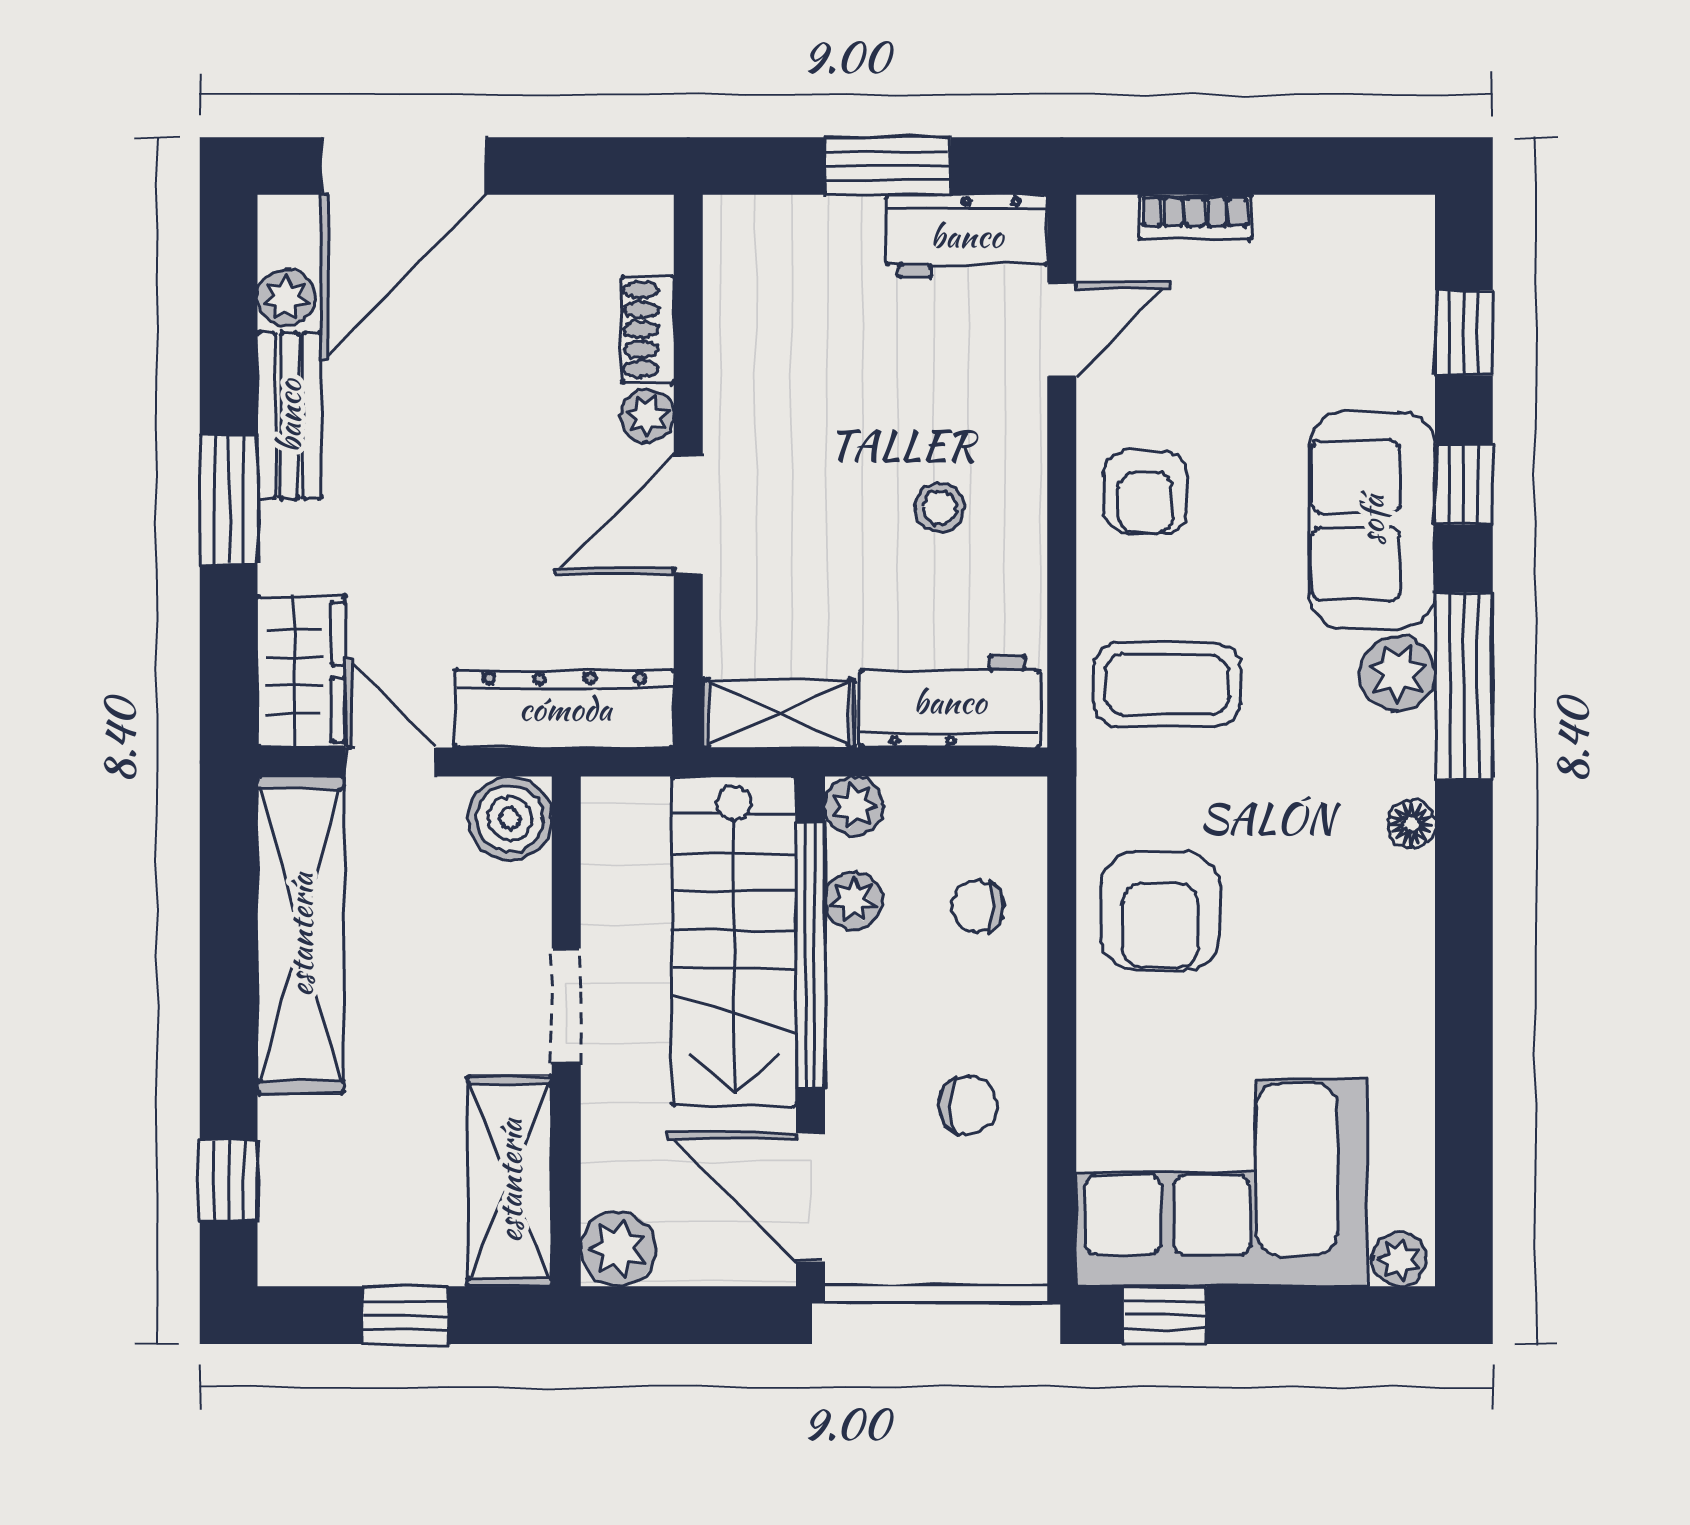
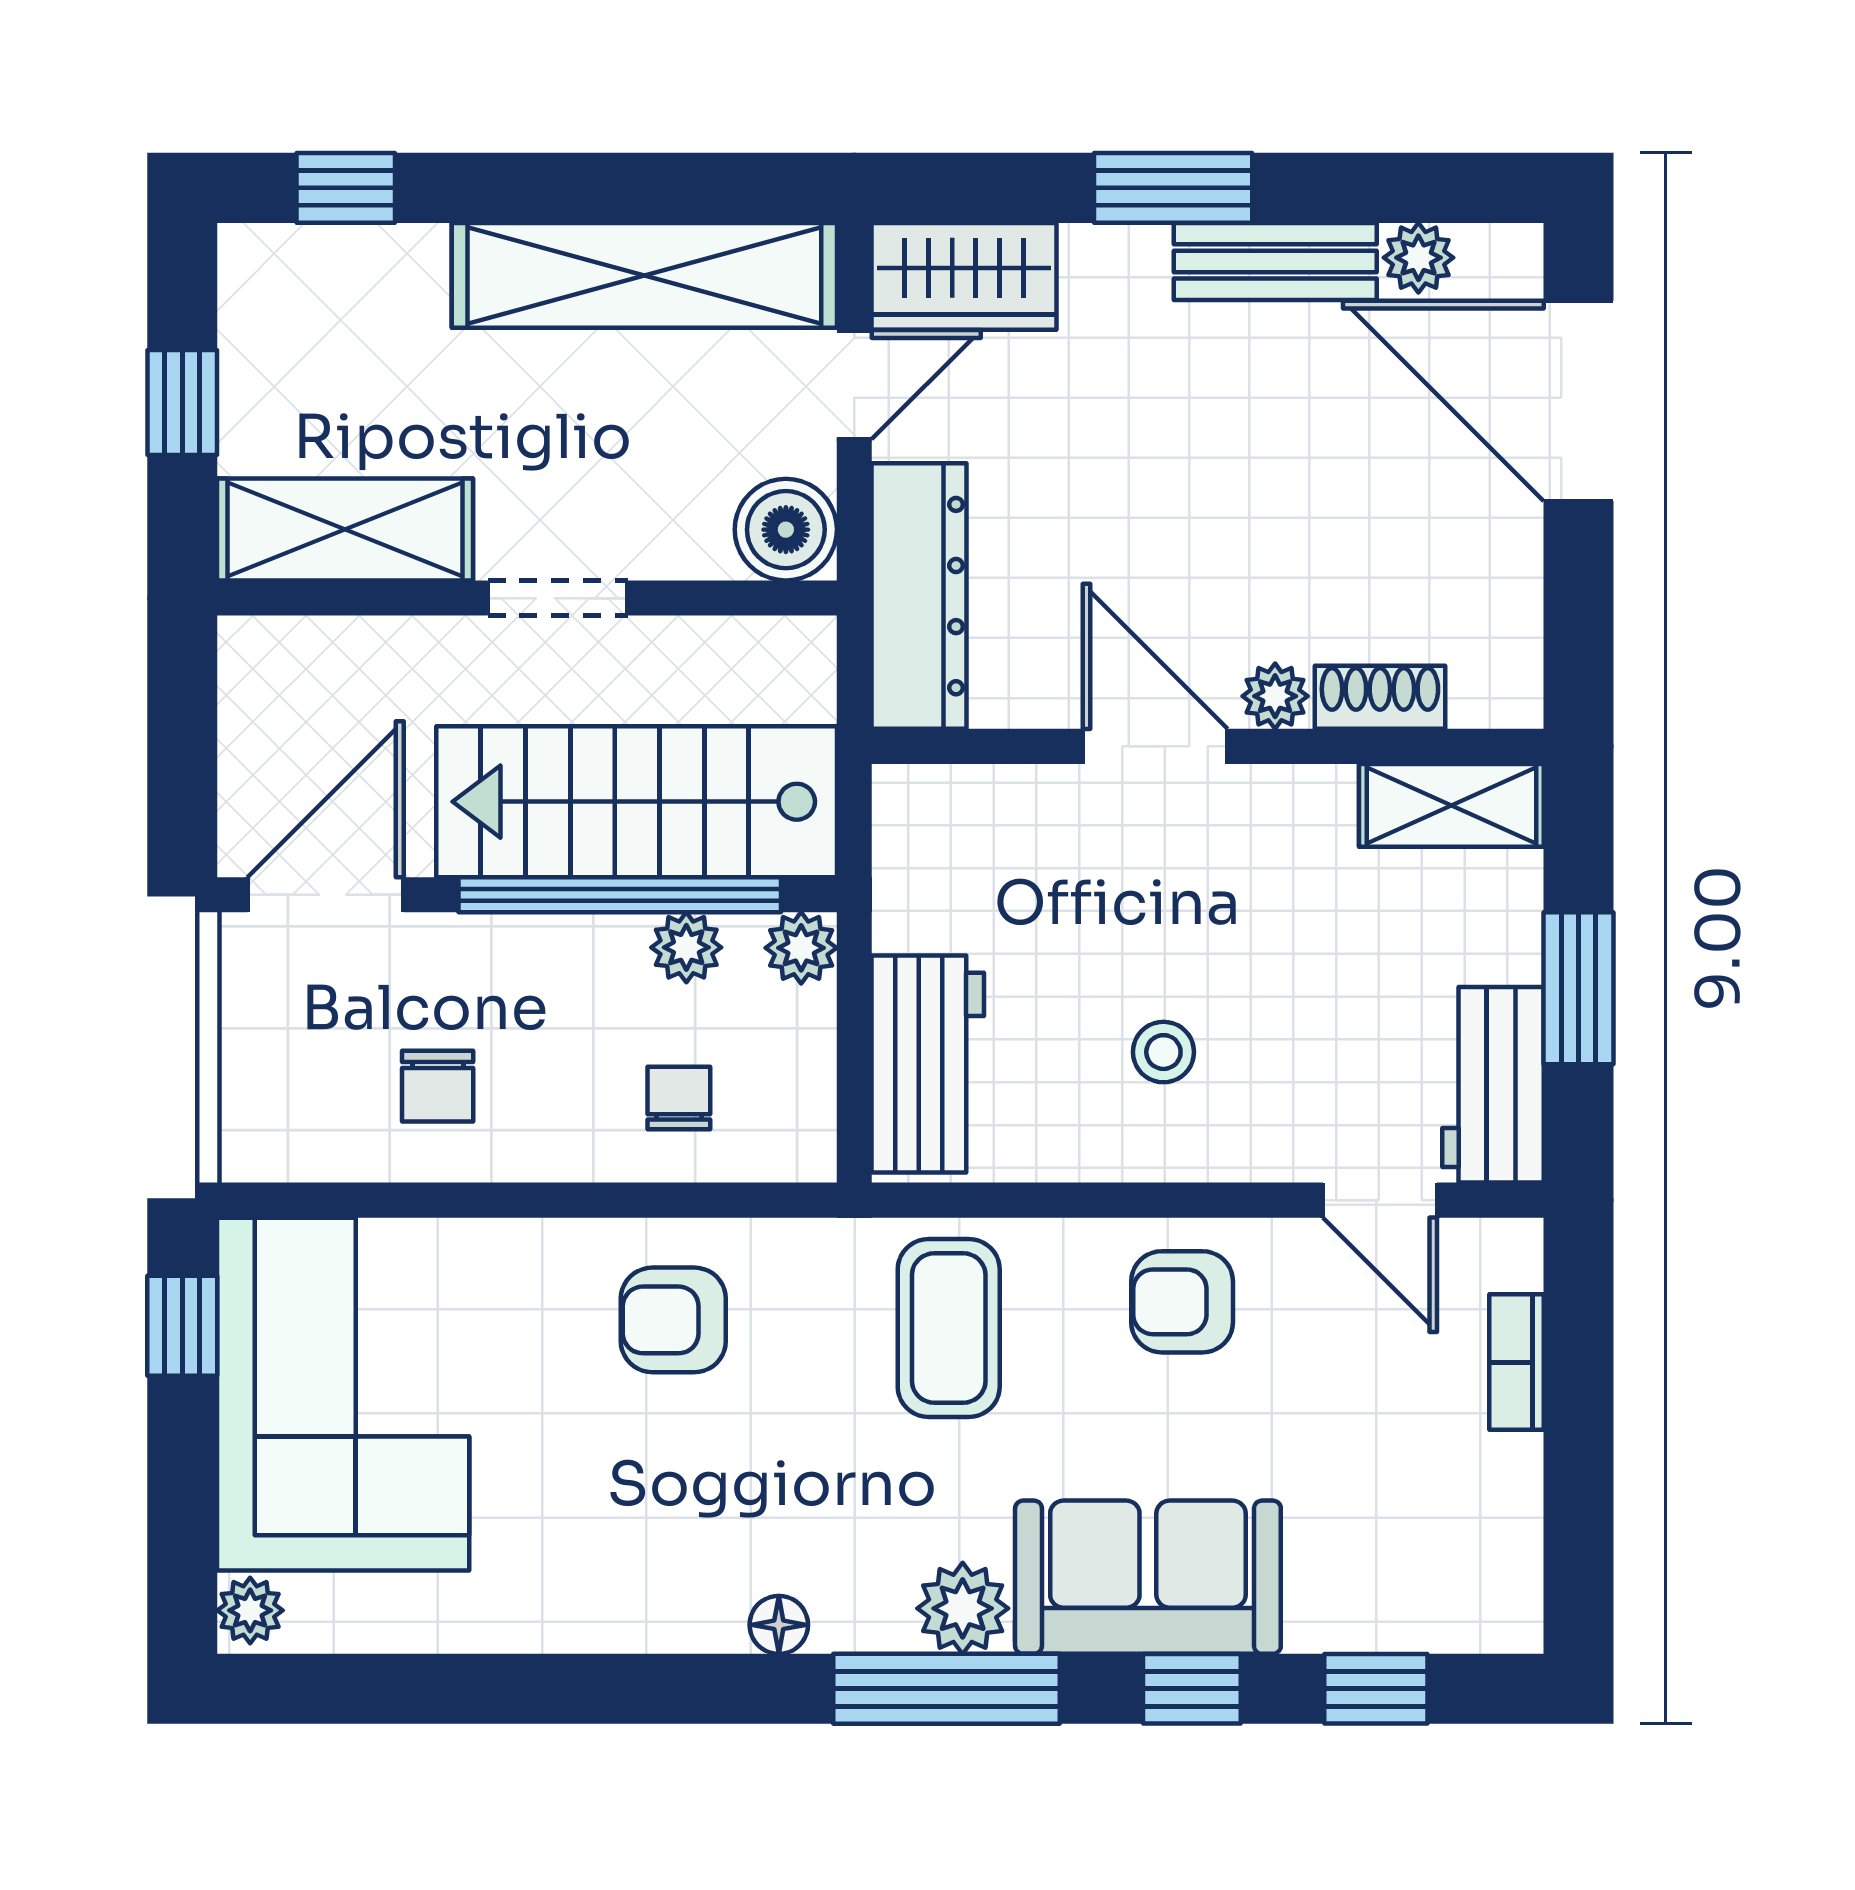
shelving: (779, 714) -> (1451, 805), moved, turned 90
armchair: (1160, 911) -> (673, 1320), width x0.72, depth x0.72
plant: (618, 1249) -> (263, 661), removed

